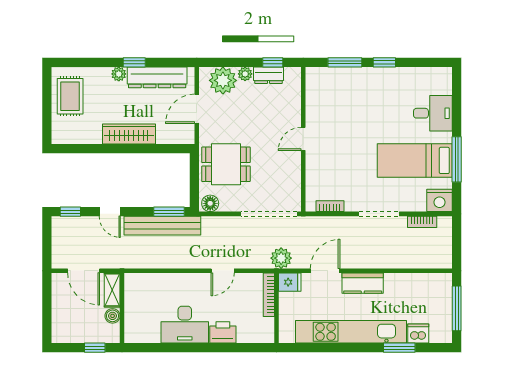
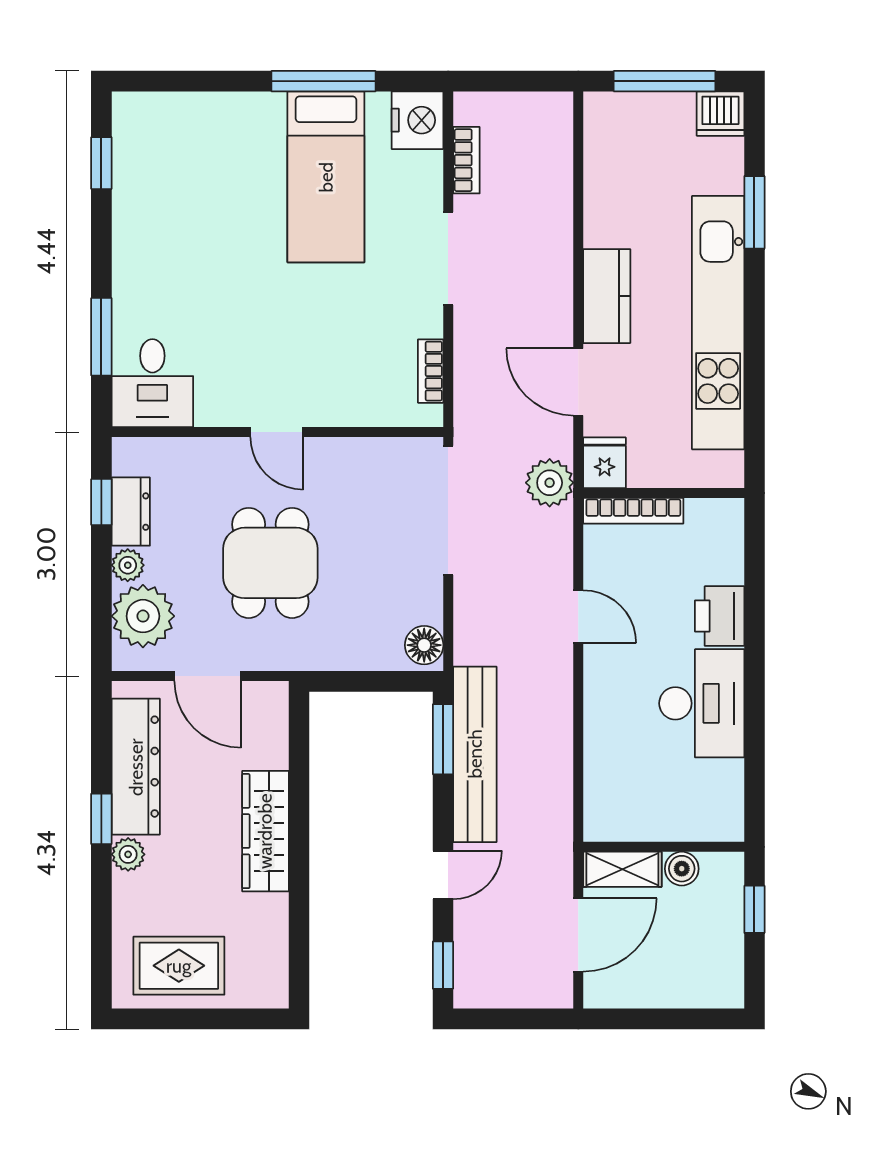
window: (384, 62) -> (101, 163), moved
desk: (433, 113) -> (152, 383), moved, turned 180
dining table: (226, 164) -> (270, 563), moved
dishwasher: (418, 333) -> (720, 114), moved, turned -90

